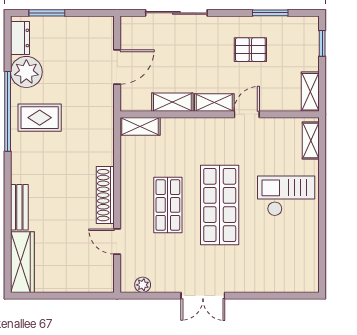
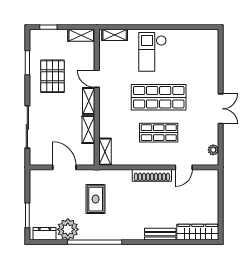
pallet: (250, 50) -> (52, 76), width x1.50, depth x1.42
rug: (40, 118) -> (96, 199), moved

